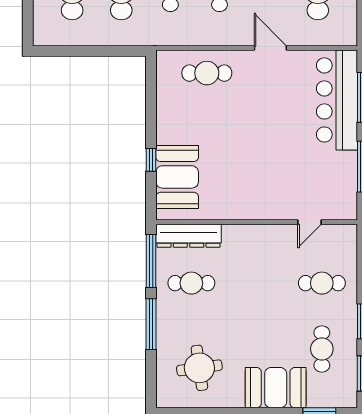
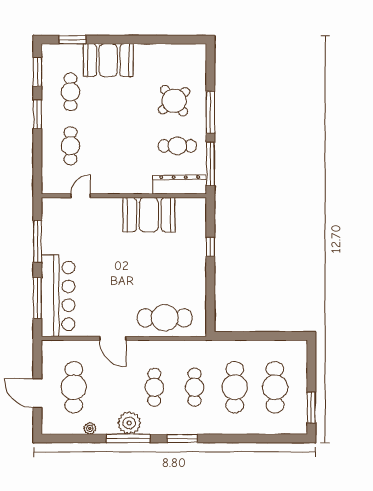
cafe table: (207, 73) -> (165, 318), width x1.37, depth x1.35
booth: (177, 177) -> (149, 215), moved, turned 90
cafe table: (322, 283) -> (71, 146), turned 90
round table: (199, 368) -> (174, 101), moved, turned -31

